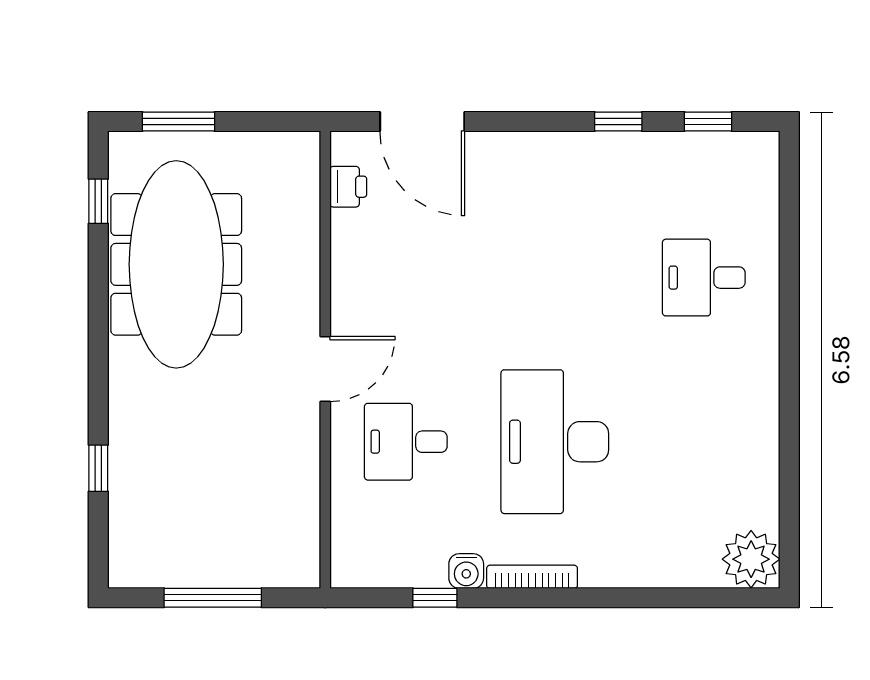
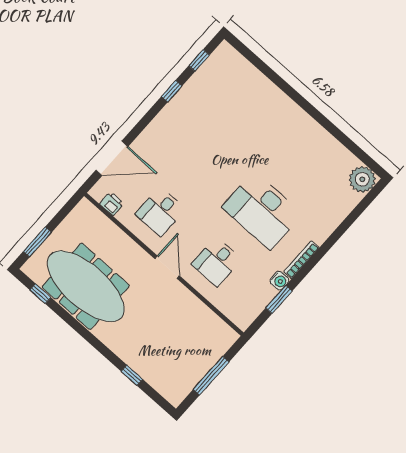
desk: (704, 278) -> (160, 212), moved
window: (435, 598) -> (279, 300), width x1.50

